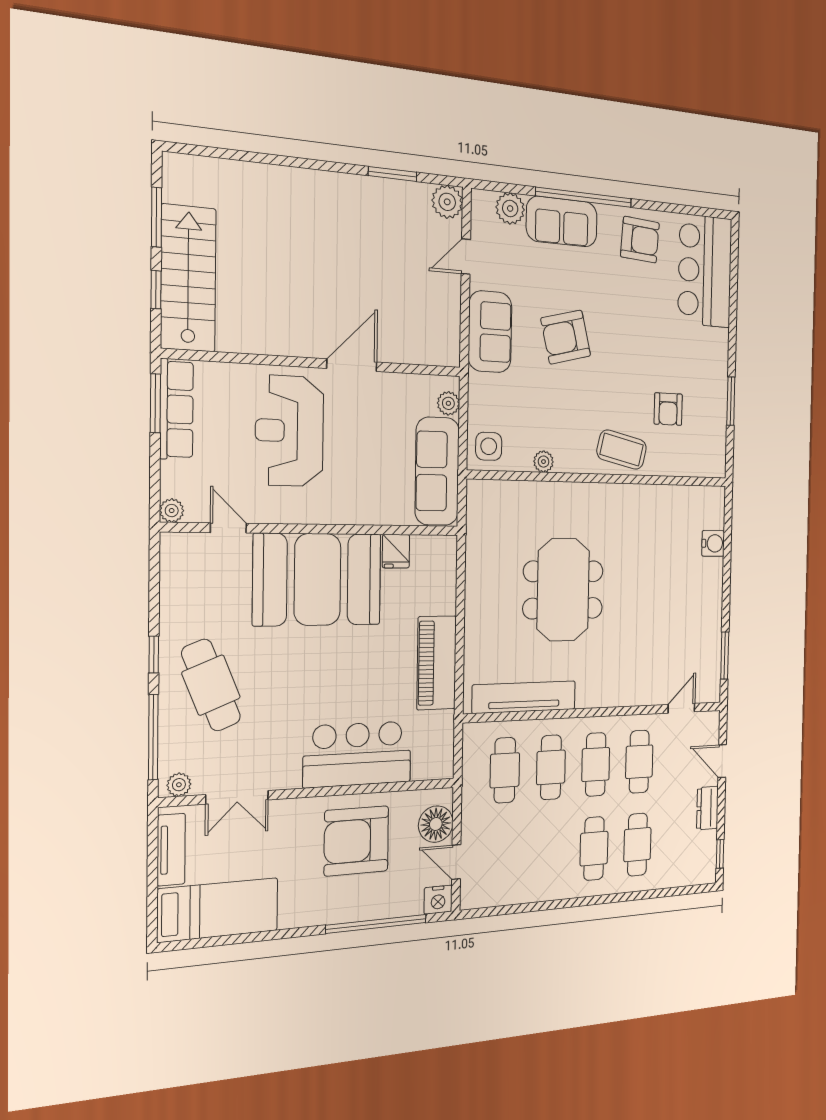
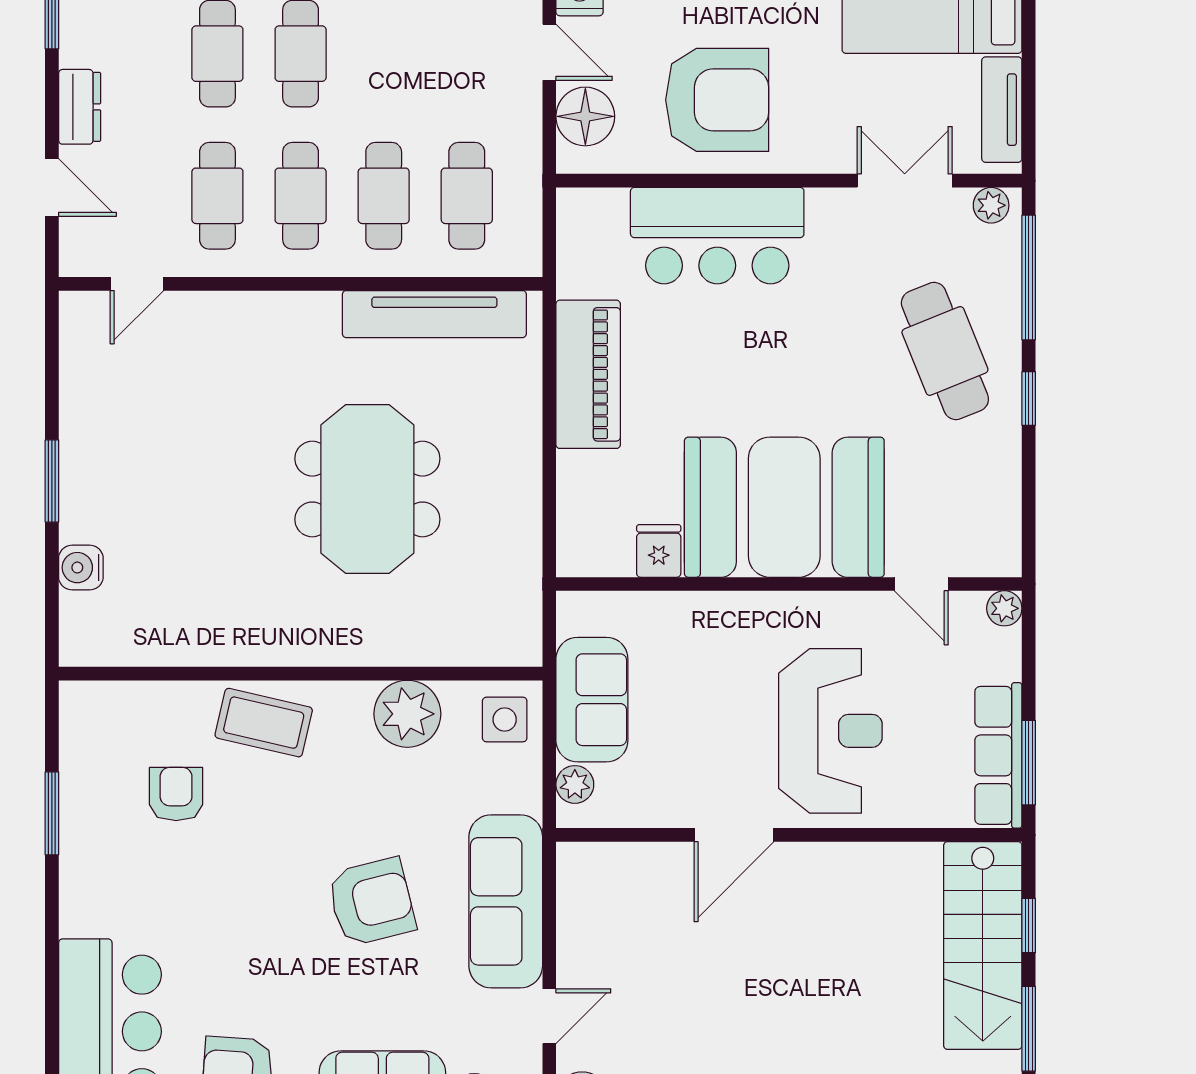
sofa: (490, 332) -> (506, 901), width x1.36
plant: (543, 462) -> (407, 714), width x1.88, depth x1.88
sofa: (437, 471) -> (592, 700), width x0.73
window: (725, 656) -> (52, 481), moved

